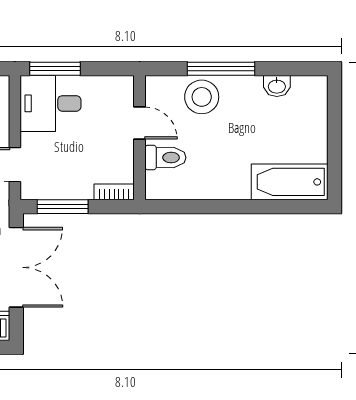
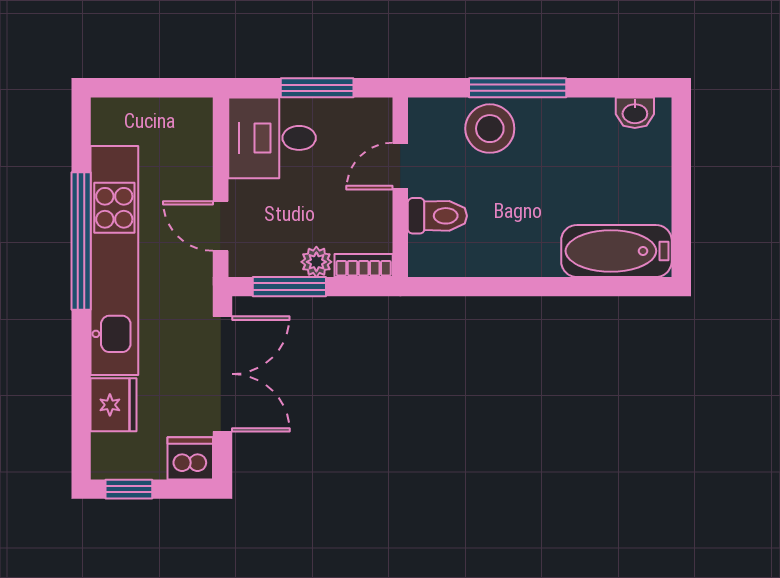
window: (55, 69) -> (317, 88), moved
washbasin: (277, 86) -> (635, 113), moved
door: (140, 123) -> (400, 166), swing flipped
plant: (81, 189) -> (316, 262), added

